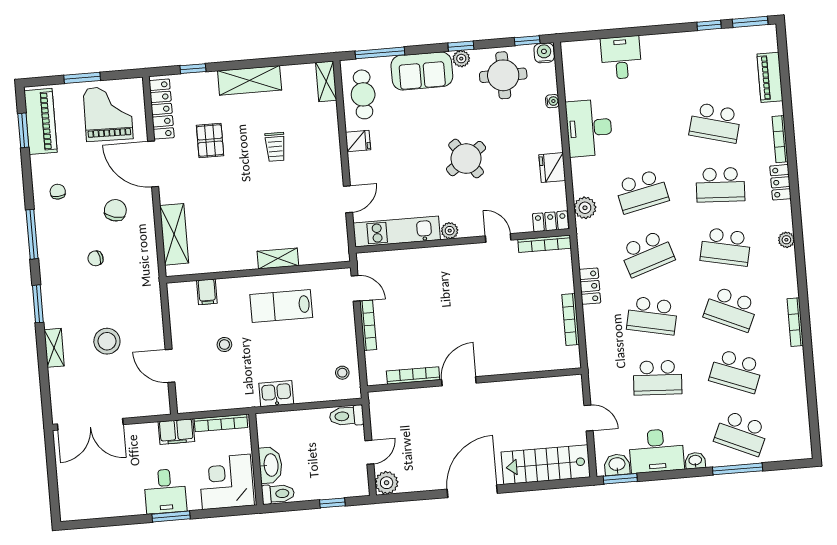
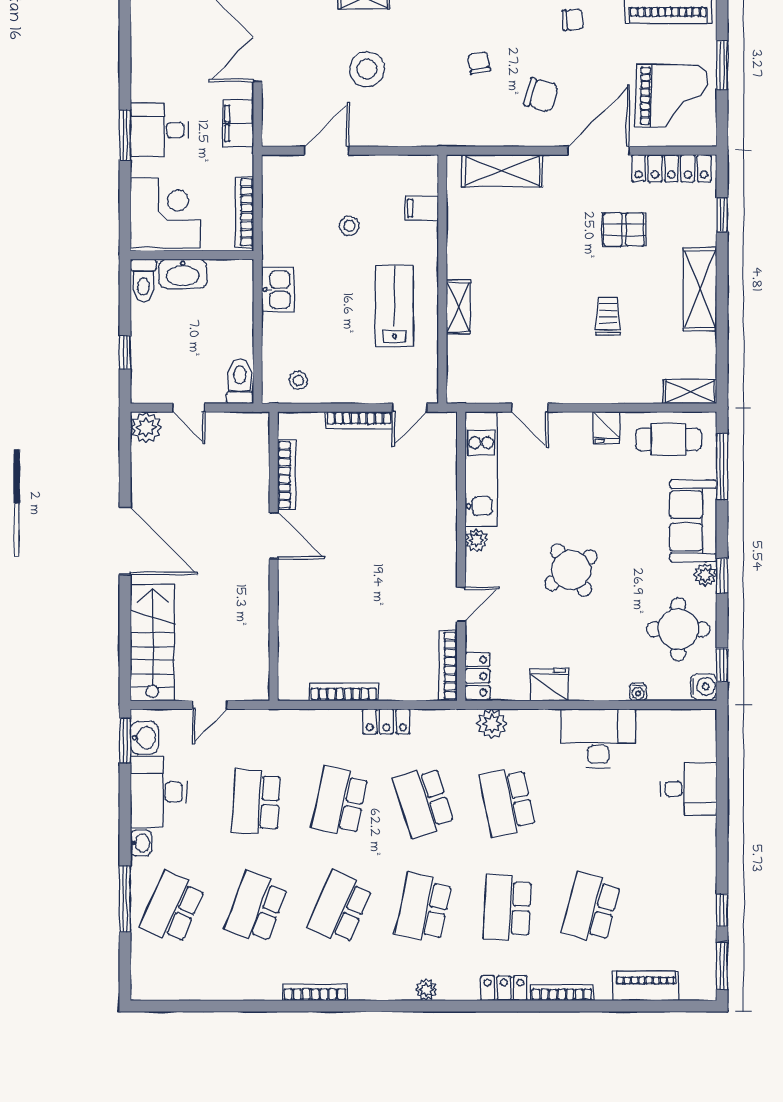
trolley: (275, 147) -> (608, 316), turned 90
filing cabinet: (176, 432) -> (238, 123), moved

